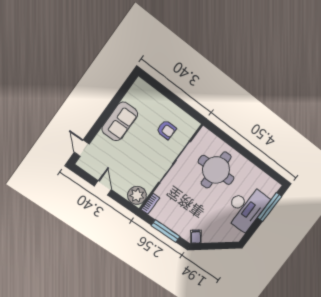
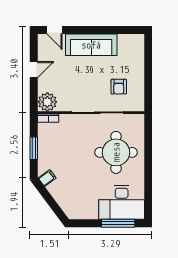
sofa: (120, 121) -> (91, 45), width x1.36
door: (82, 148) -> (54, 30), swing flipped
desk: (246, 208) -> (122, 202), moved
window: (166, 231) -> (34, 148), width x0.69

